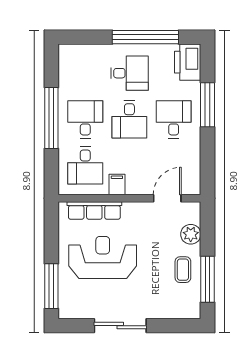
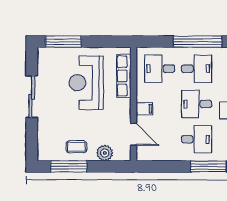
filing cabinet: (117, 185) -> (145, 109), moved
reception desk: (103, 257) -> (86, 83), turned 180

